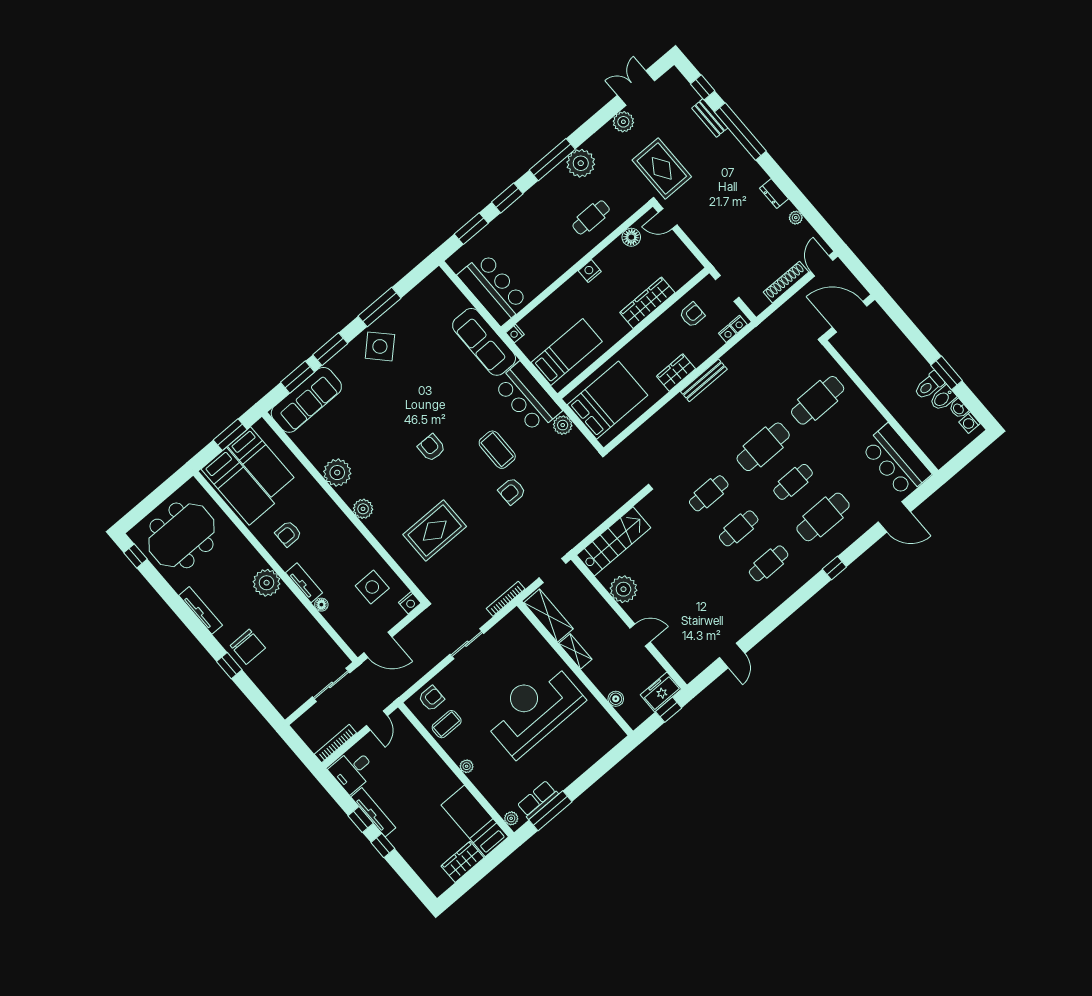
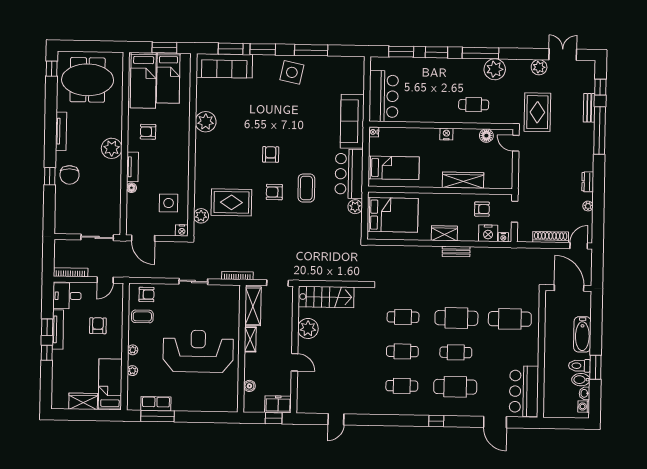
nightstand: (727, 334) -> (488, 233), width x1.89, depth x1.79
side table: (380, 346) -> (292, 72), turned -34
bathtub: (904, 351) -> (582, 334), added
bench: (704, 380) -> (456, 252), width x0.73
armchair: (512, 491) -> (274, 192), moved
plant: (363, 509) -> (201, 216), moved
armchair: (410, 773) -> (98, 326), added
plant: (511, 818) -> (132, 371), moved

